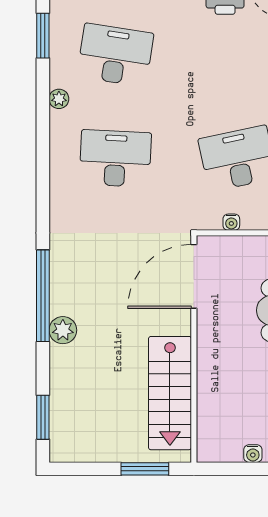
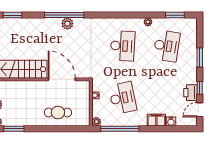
door: (194, 276) -> (62, 79), moved
plant: (63, 330) -> (67, 24), moved

